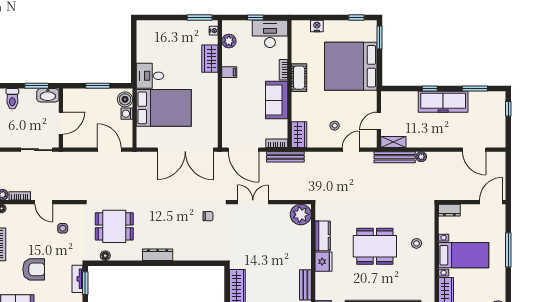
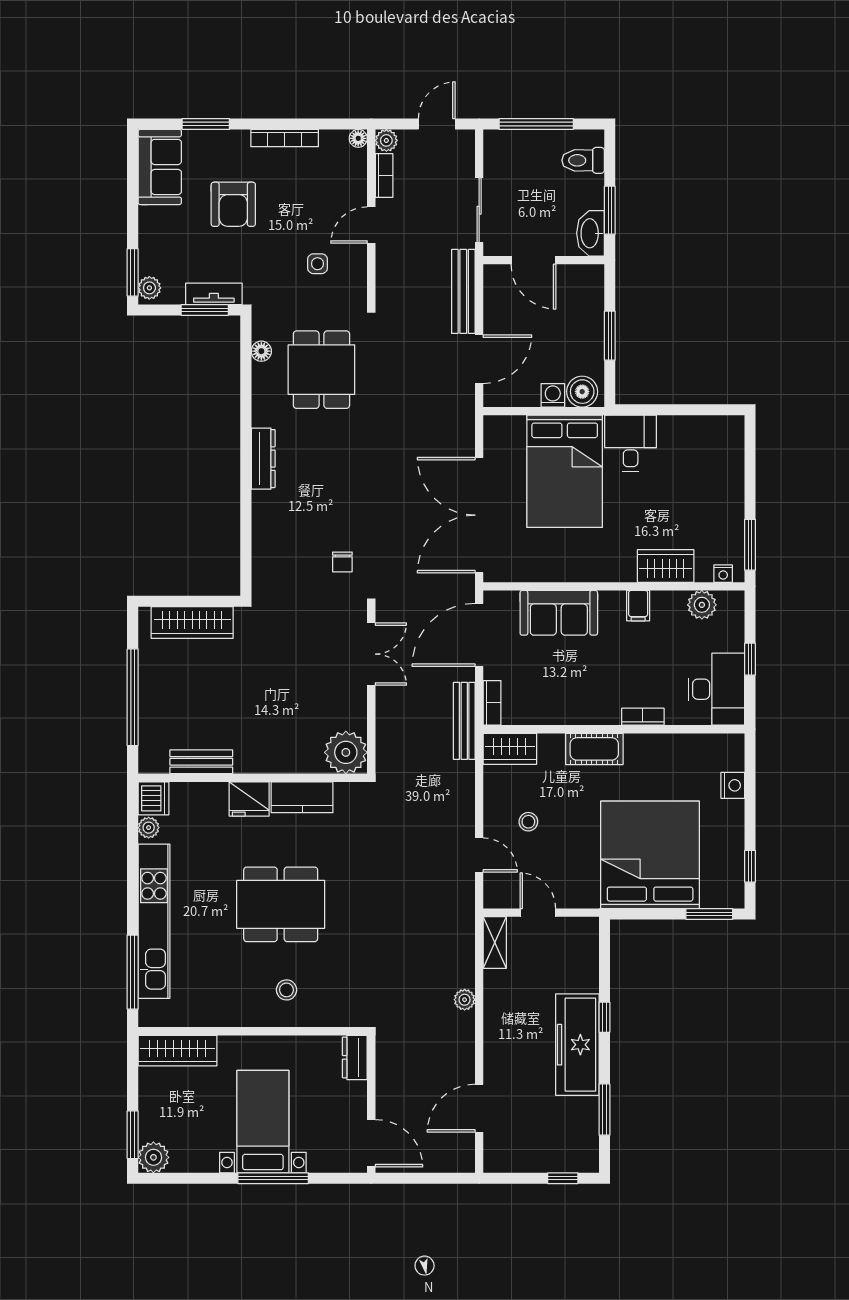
cot: (299, 78) -> (594, 749), moved
sofa: (277, 100) -> (559, 613), moved, turned 180
bench: (395, 157) -> (463, 291), moved
dining table: (375, 246) -> (281, 904), turned 90
bed with nightstands: (464, 255) -> (263, 1122), moved, turned 180

